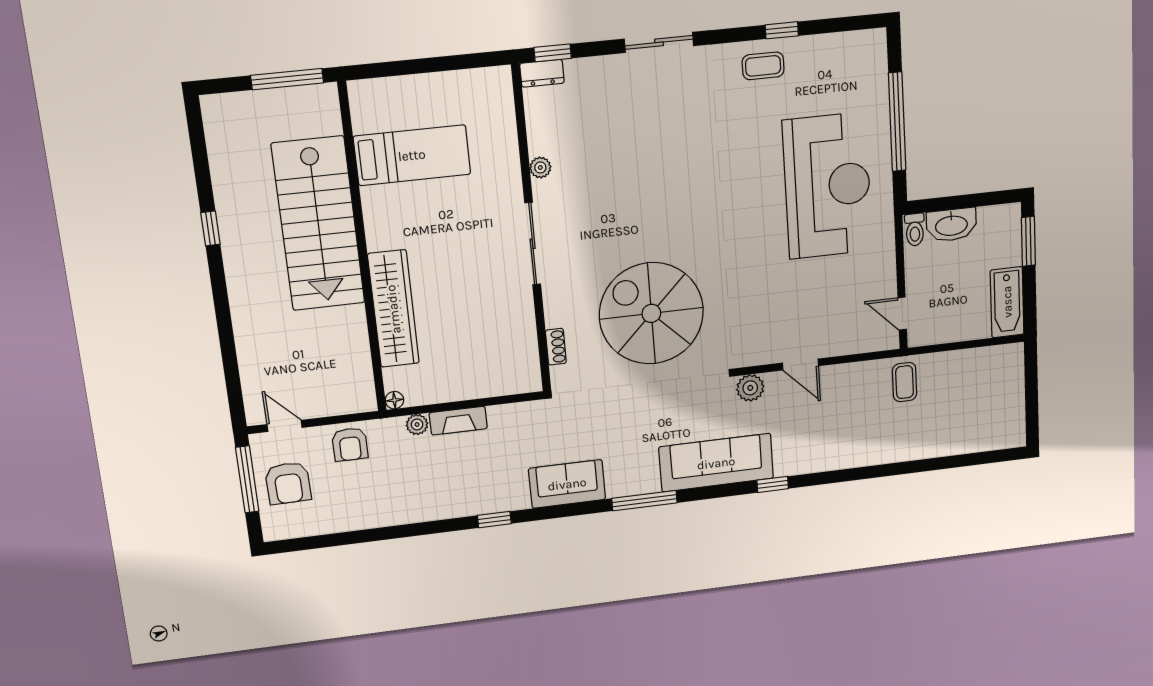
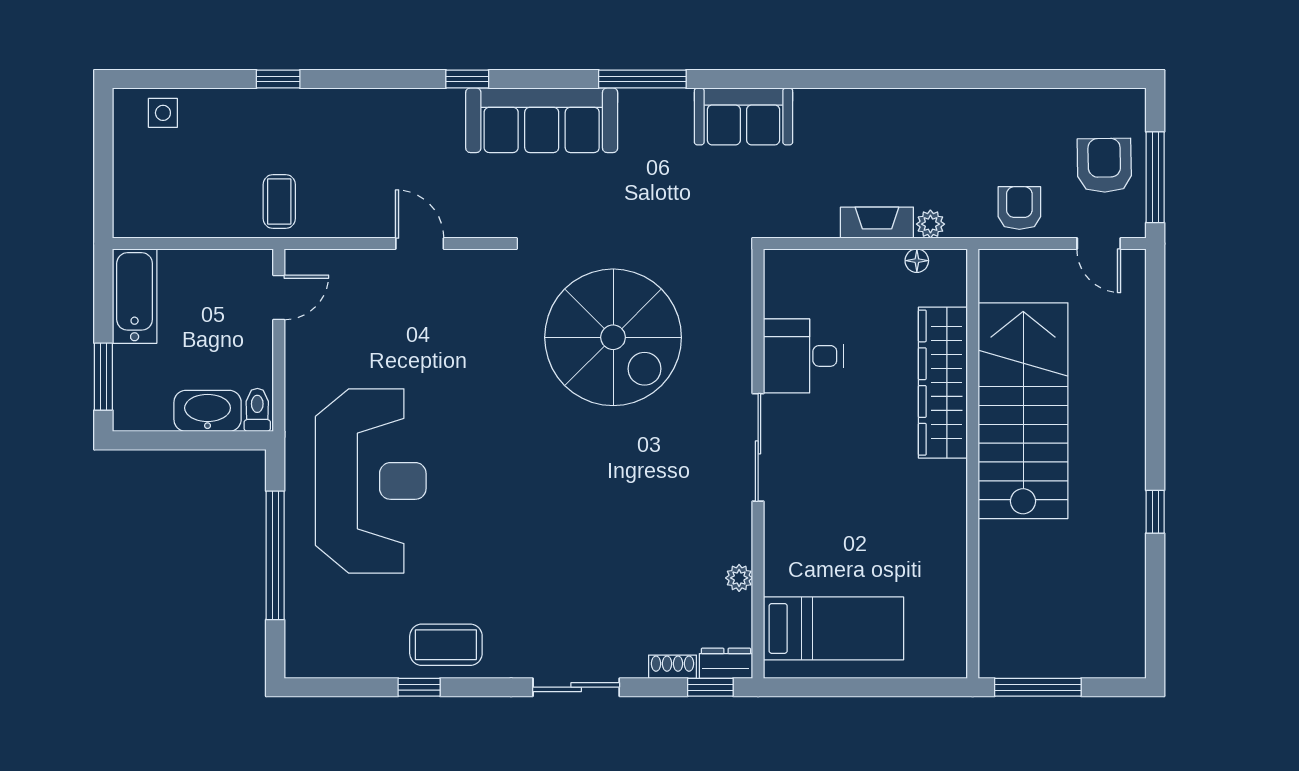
coffee table: (763, 66) -> (446, 645), width x1.36, depth x1.30
bed: (412, 155) -> (833, 628), moved, turned 180
plant: (540, 167) -> (739, 578), moved
reception desk: (828, 186) -> (371, 481), turned 180
stairs: (318, 224) -> (1023, 411), moved
door: (902, 314) -> (279, 297), hinge flipped
desk: (504, 316) -> (803, 356), added
shoe rack: (556, 347) -> (673, 667), moved, turned 90
plant: (750, 388) -> (489, 219), removed
floor lamp: (394, 400) -> (917, 261), moved
side table: (990, 434) -> (163, 113), added
window: (494, 520) -> (278, 79), moved

